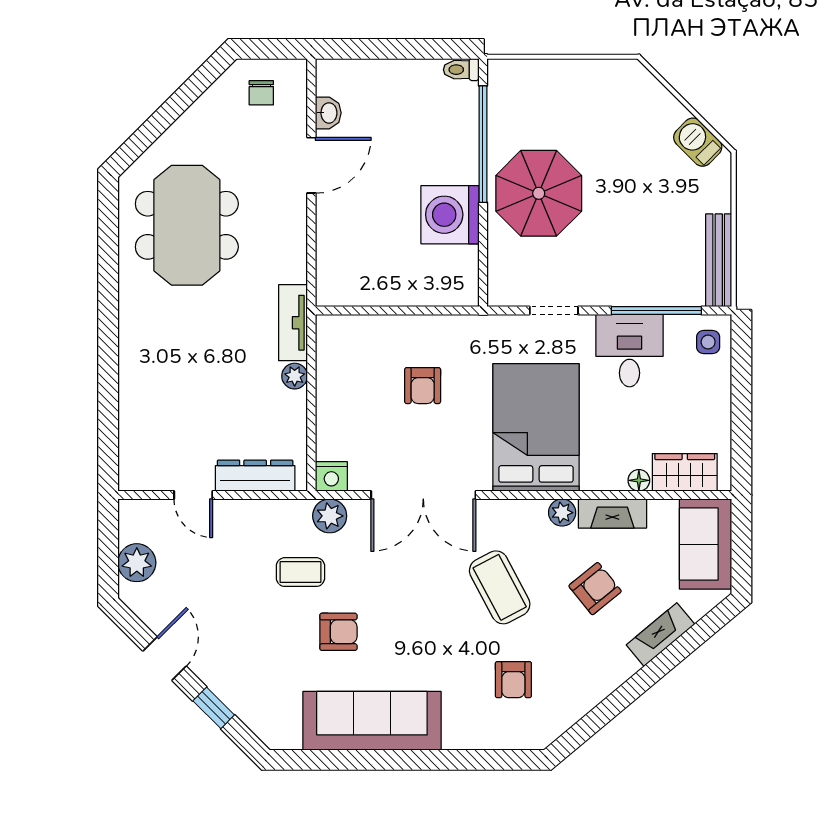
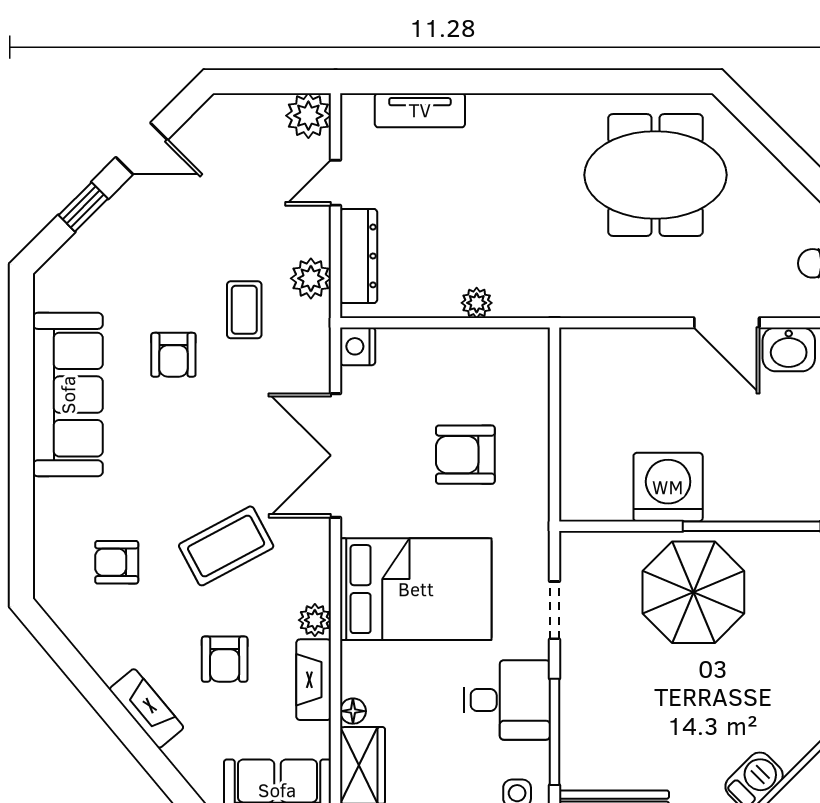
washbasin: (328, 113) -> (789, 349), width x1.38, depth x1.45
tv unit: (293, 323) -> (420, 110), moved, turned 180
armchair: (423, 386) -> (465, 455), width x1.38, depth x1.38
plant: (330, 516) -> (311, 278), moved
plant: (137, 563) -> (308, 116), moved
armchair: (595, 589) -> (225, 659), turned 39
fireplace: (660, 635) -> (146, 708), moved

